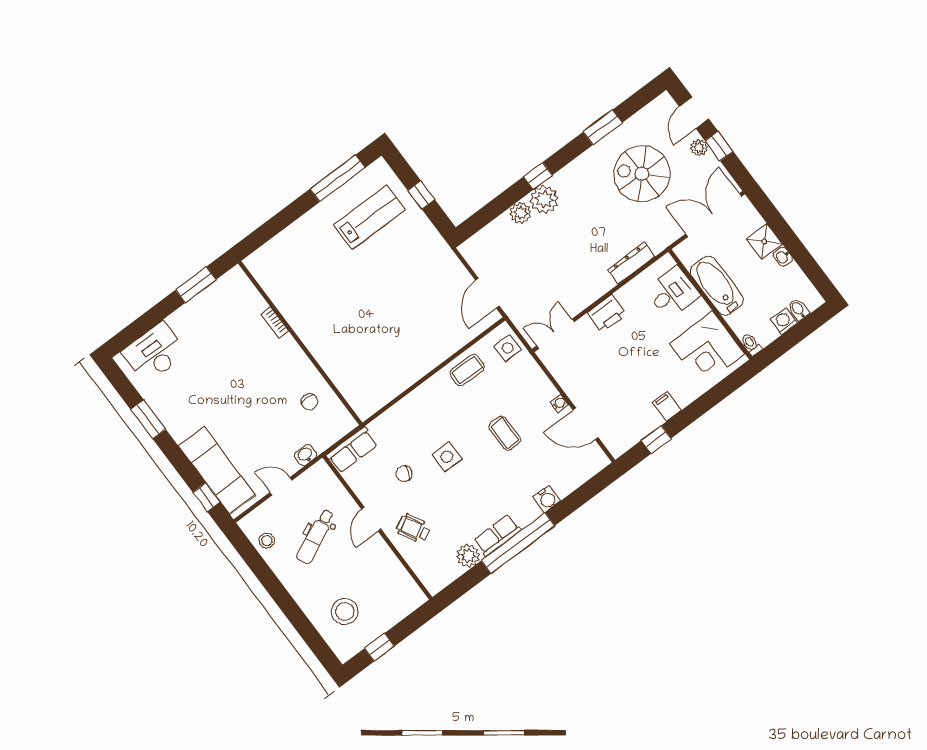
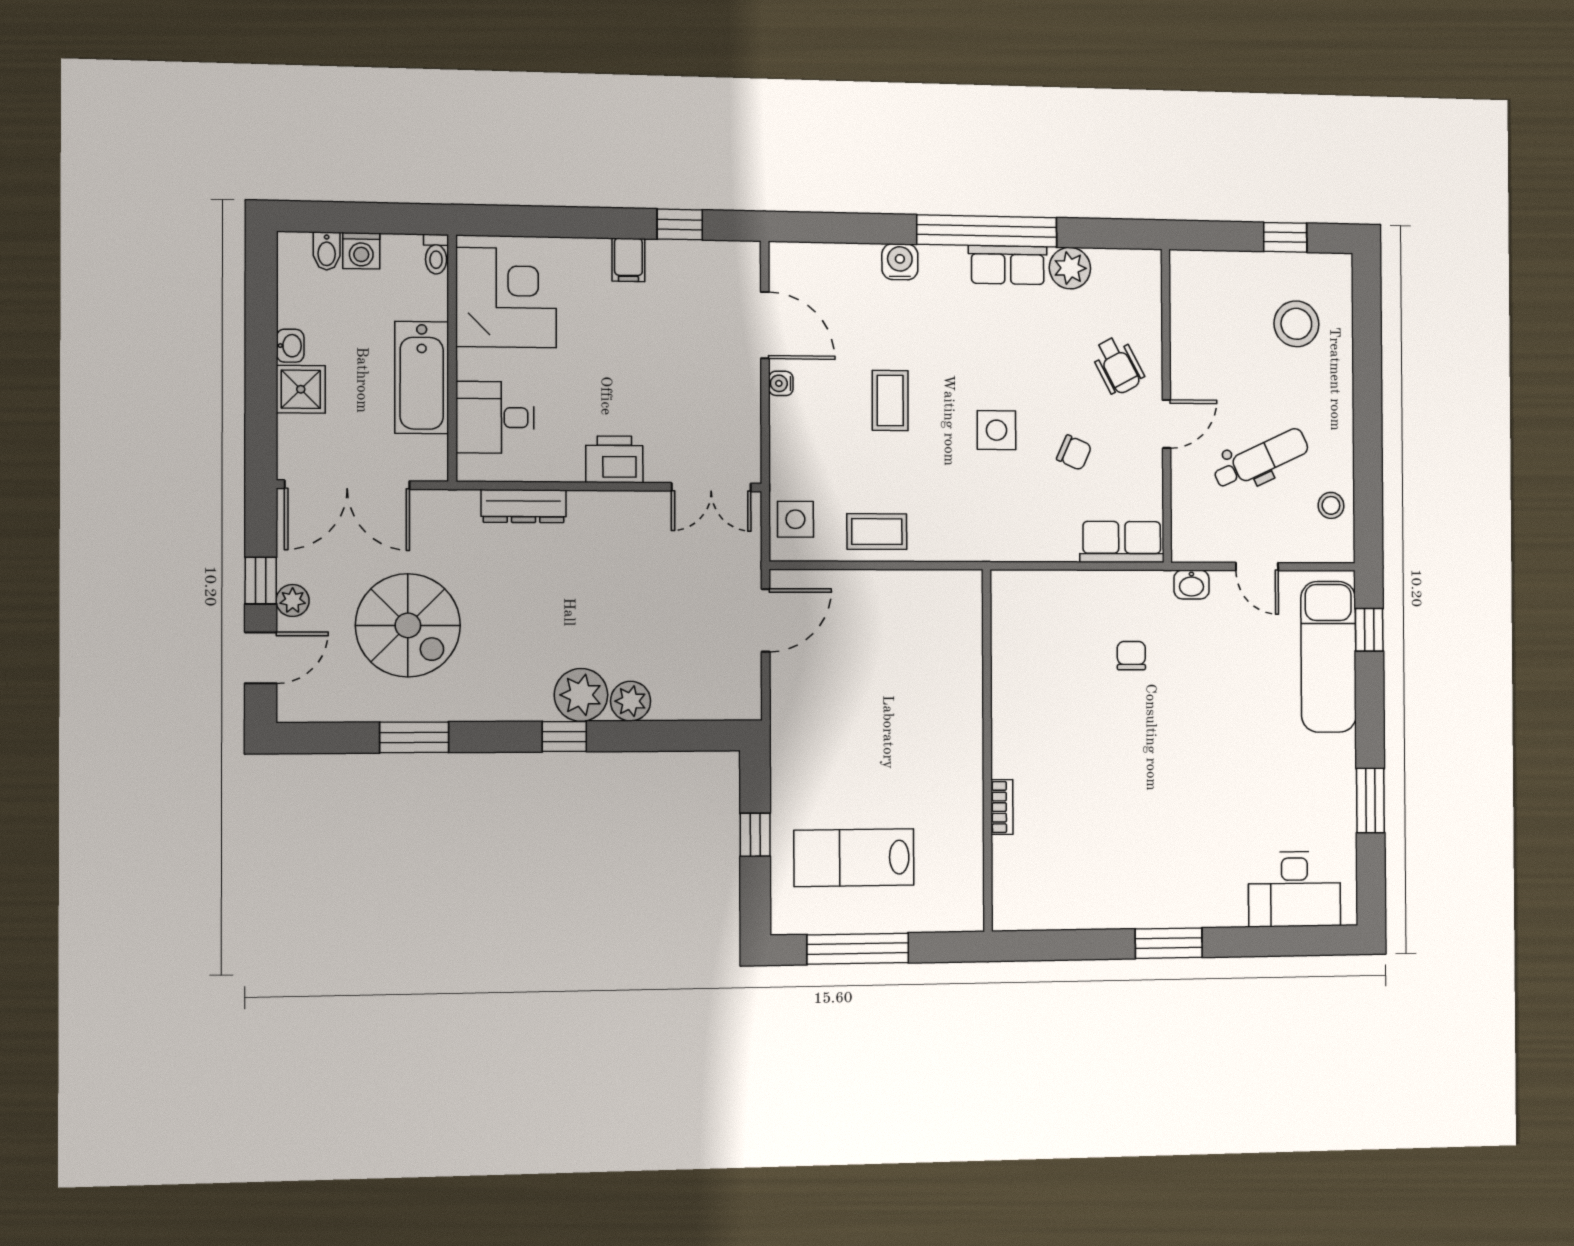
bookcase: (275, 323) -> (1002, 807), moved
wall: (300, 343) -> (987, 750), moved

